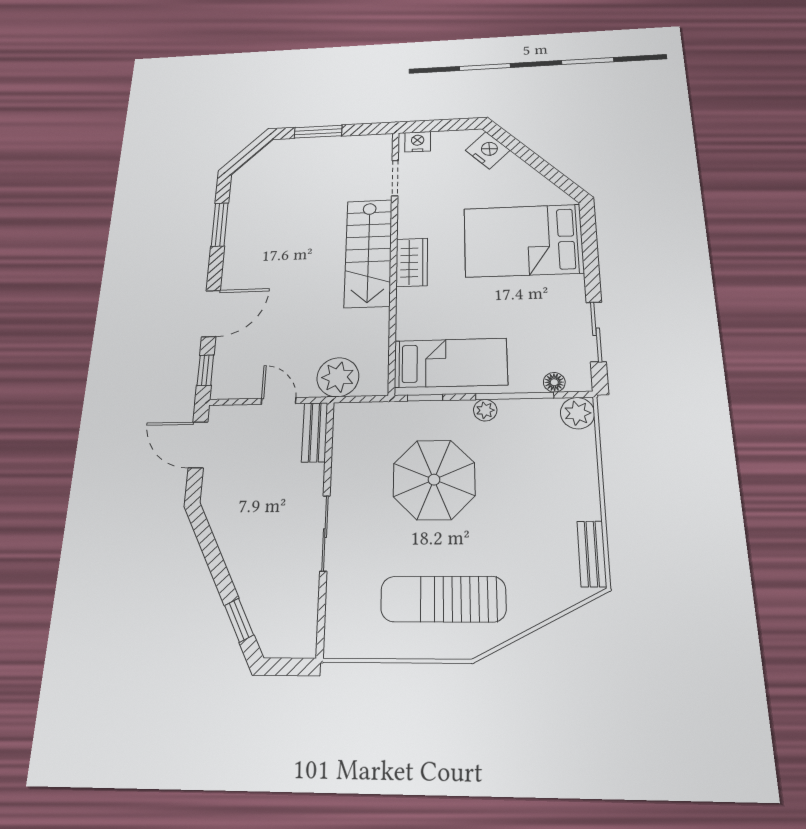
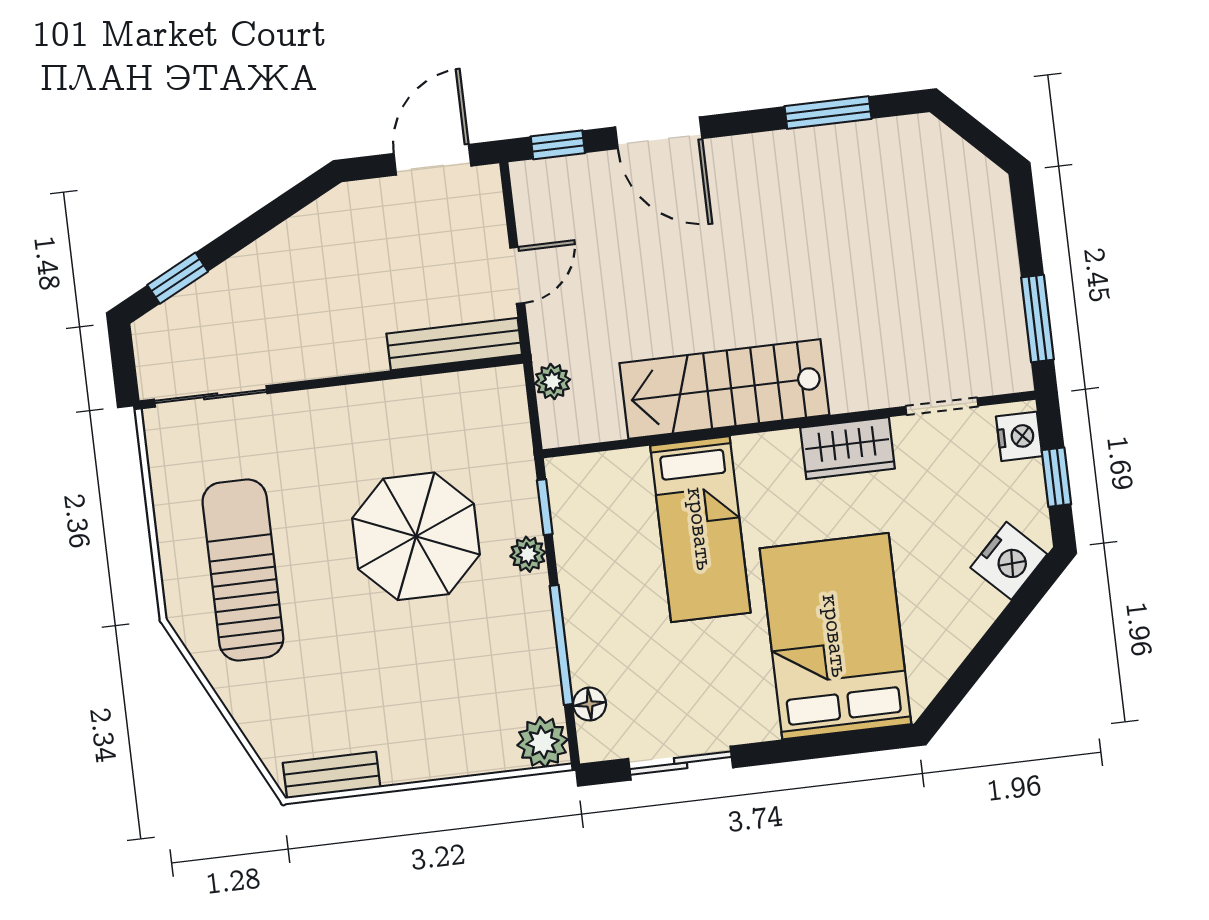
window: (443, 125) -> (1056, 477), added
window: (318, 132) -> (1037, 318), moved
stairs: (368, 253) -> (724, 389), moved
wardrobe: (412, 262) -> (848, 448), moved
bed: (451, 363) -> (700, 529), moved
plant: (338, 377) -> (552, 381), width x0.53, depth x0.53
plant: (485, 410) -> (528, 554), moved
bench: (315, 432) -> (454, 344), width x1.36
sliding door: (325, 533) -> (211, 396), moved

